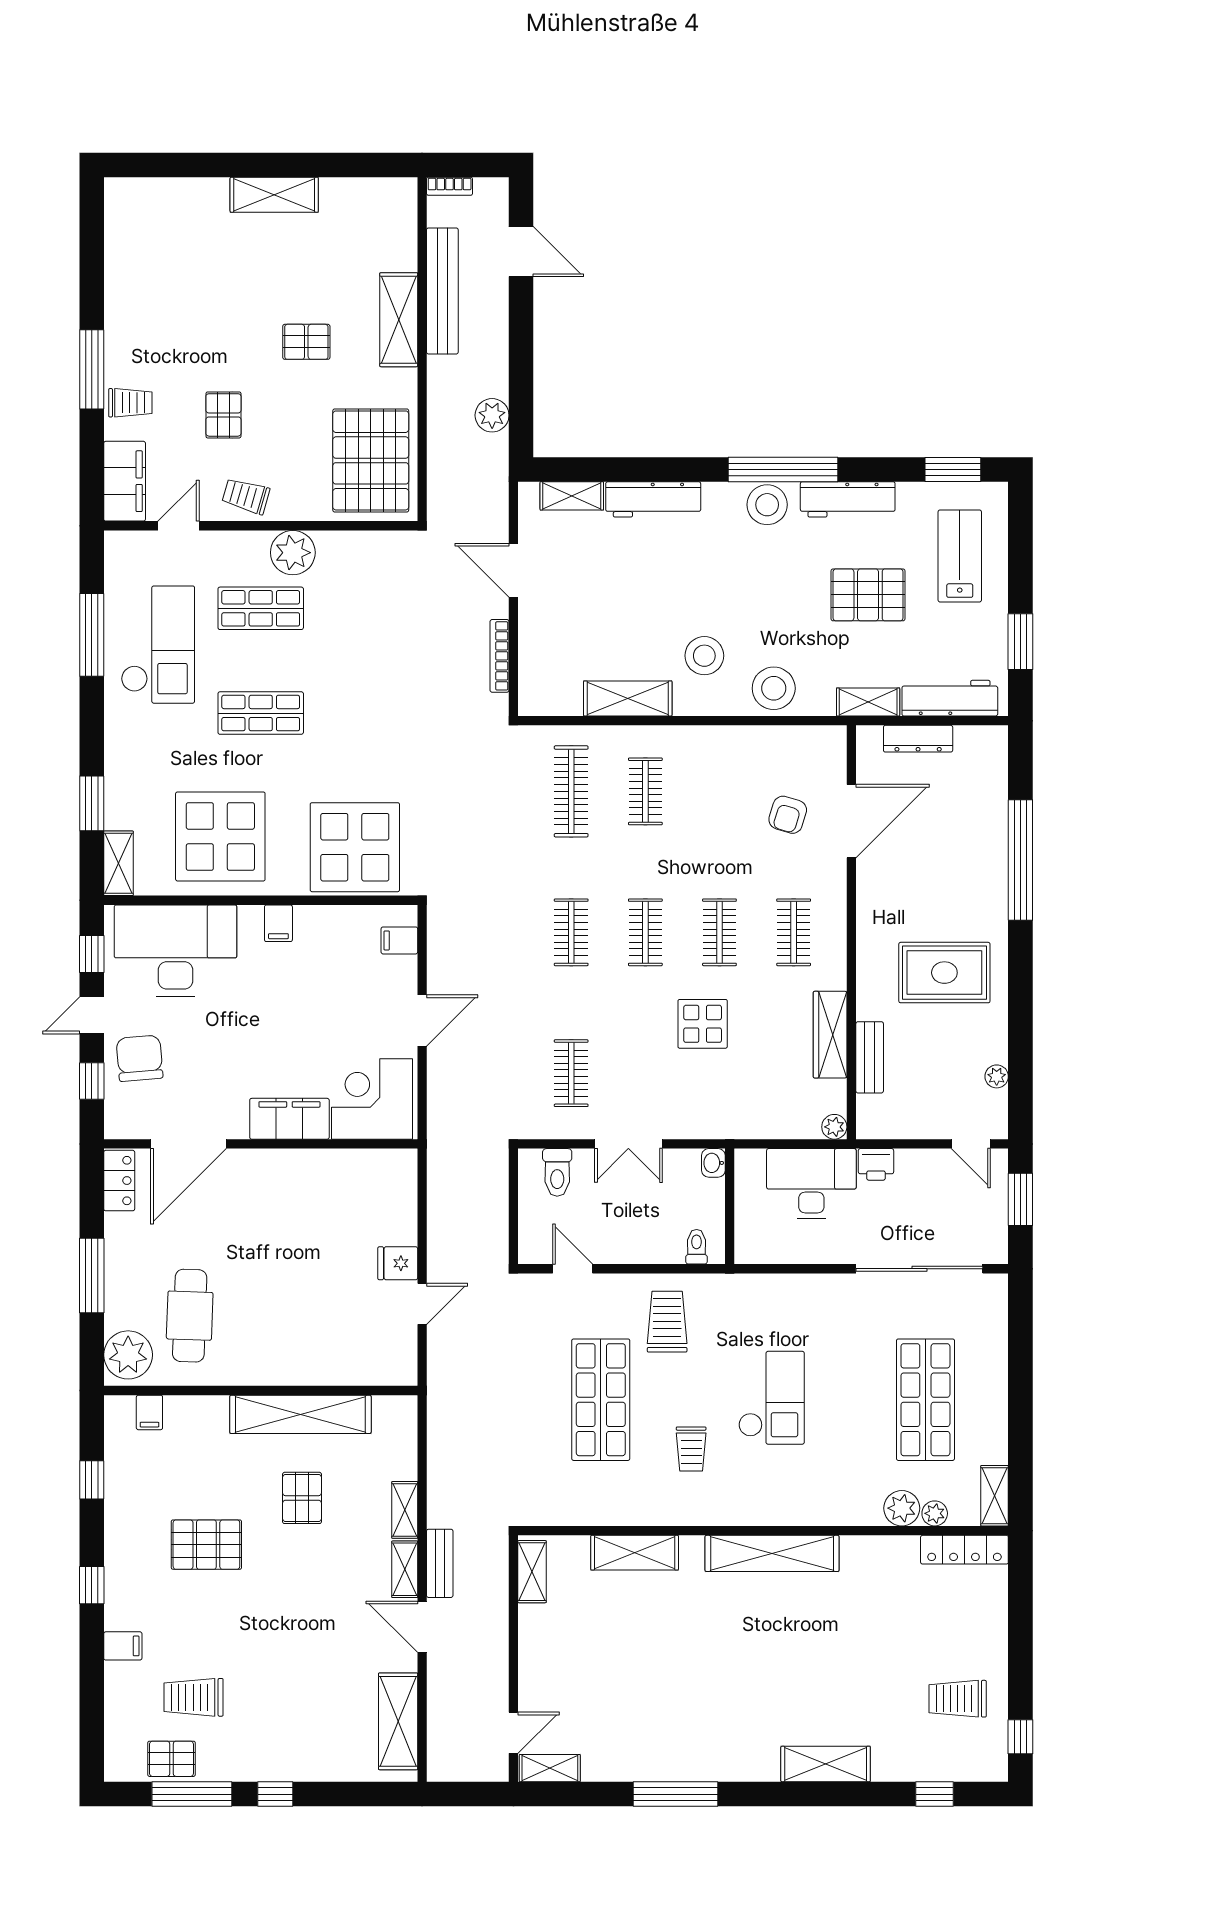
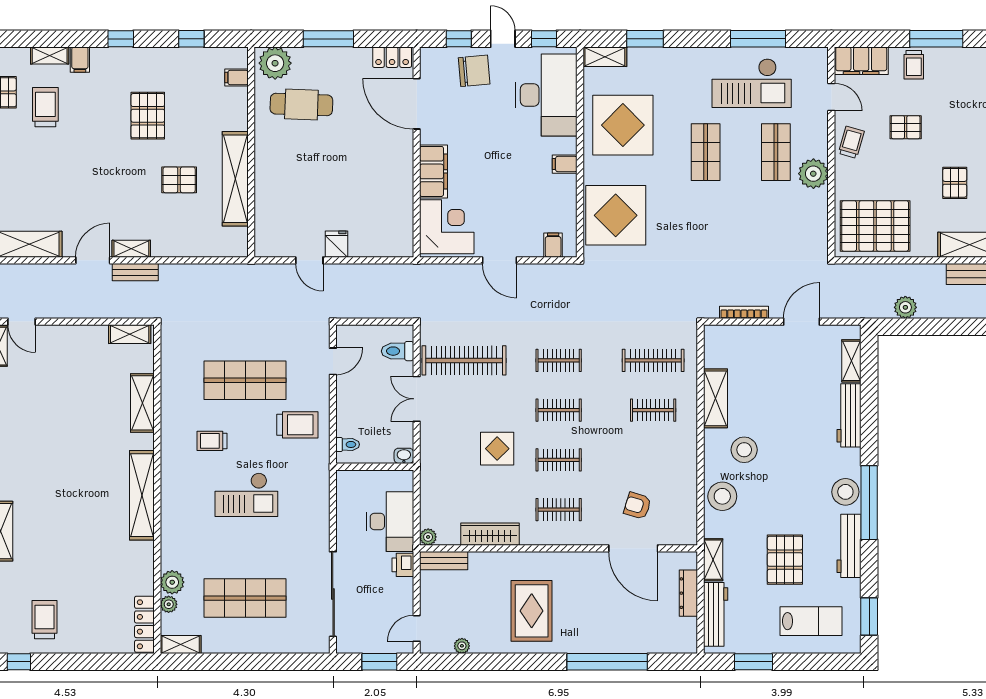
bench: (870, 1057) -> (444, 561), moved
clothes rail: (571, 1073) -> (464, 360), width x1.86, depth x1.31
shelving: (405, 1510) -> (50, 56), moved

